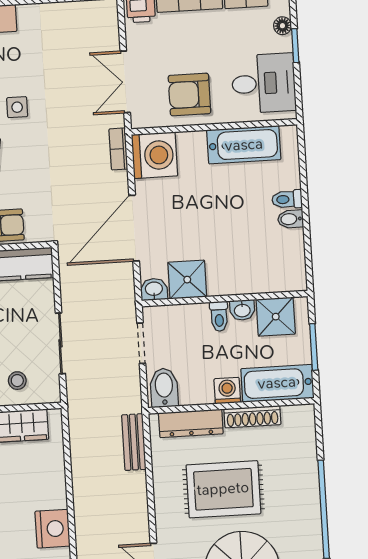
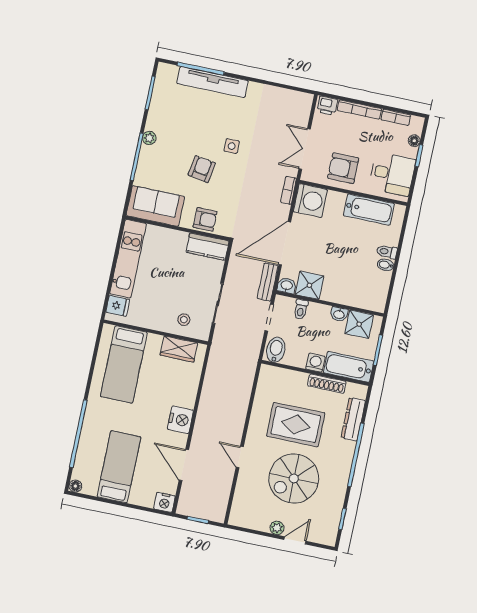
toilet: (219, 316) -> (301, 309), moved
dresser: (191, 423) -> (353, 419), moved, turned 90
bench: (134, 442) -> (268, 282), moved

